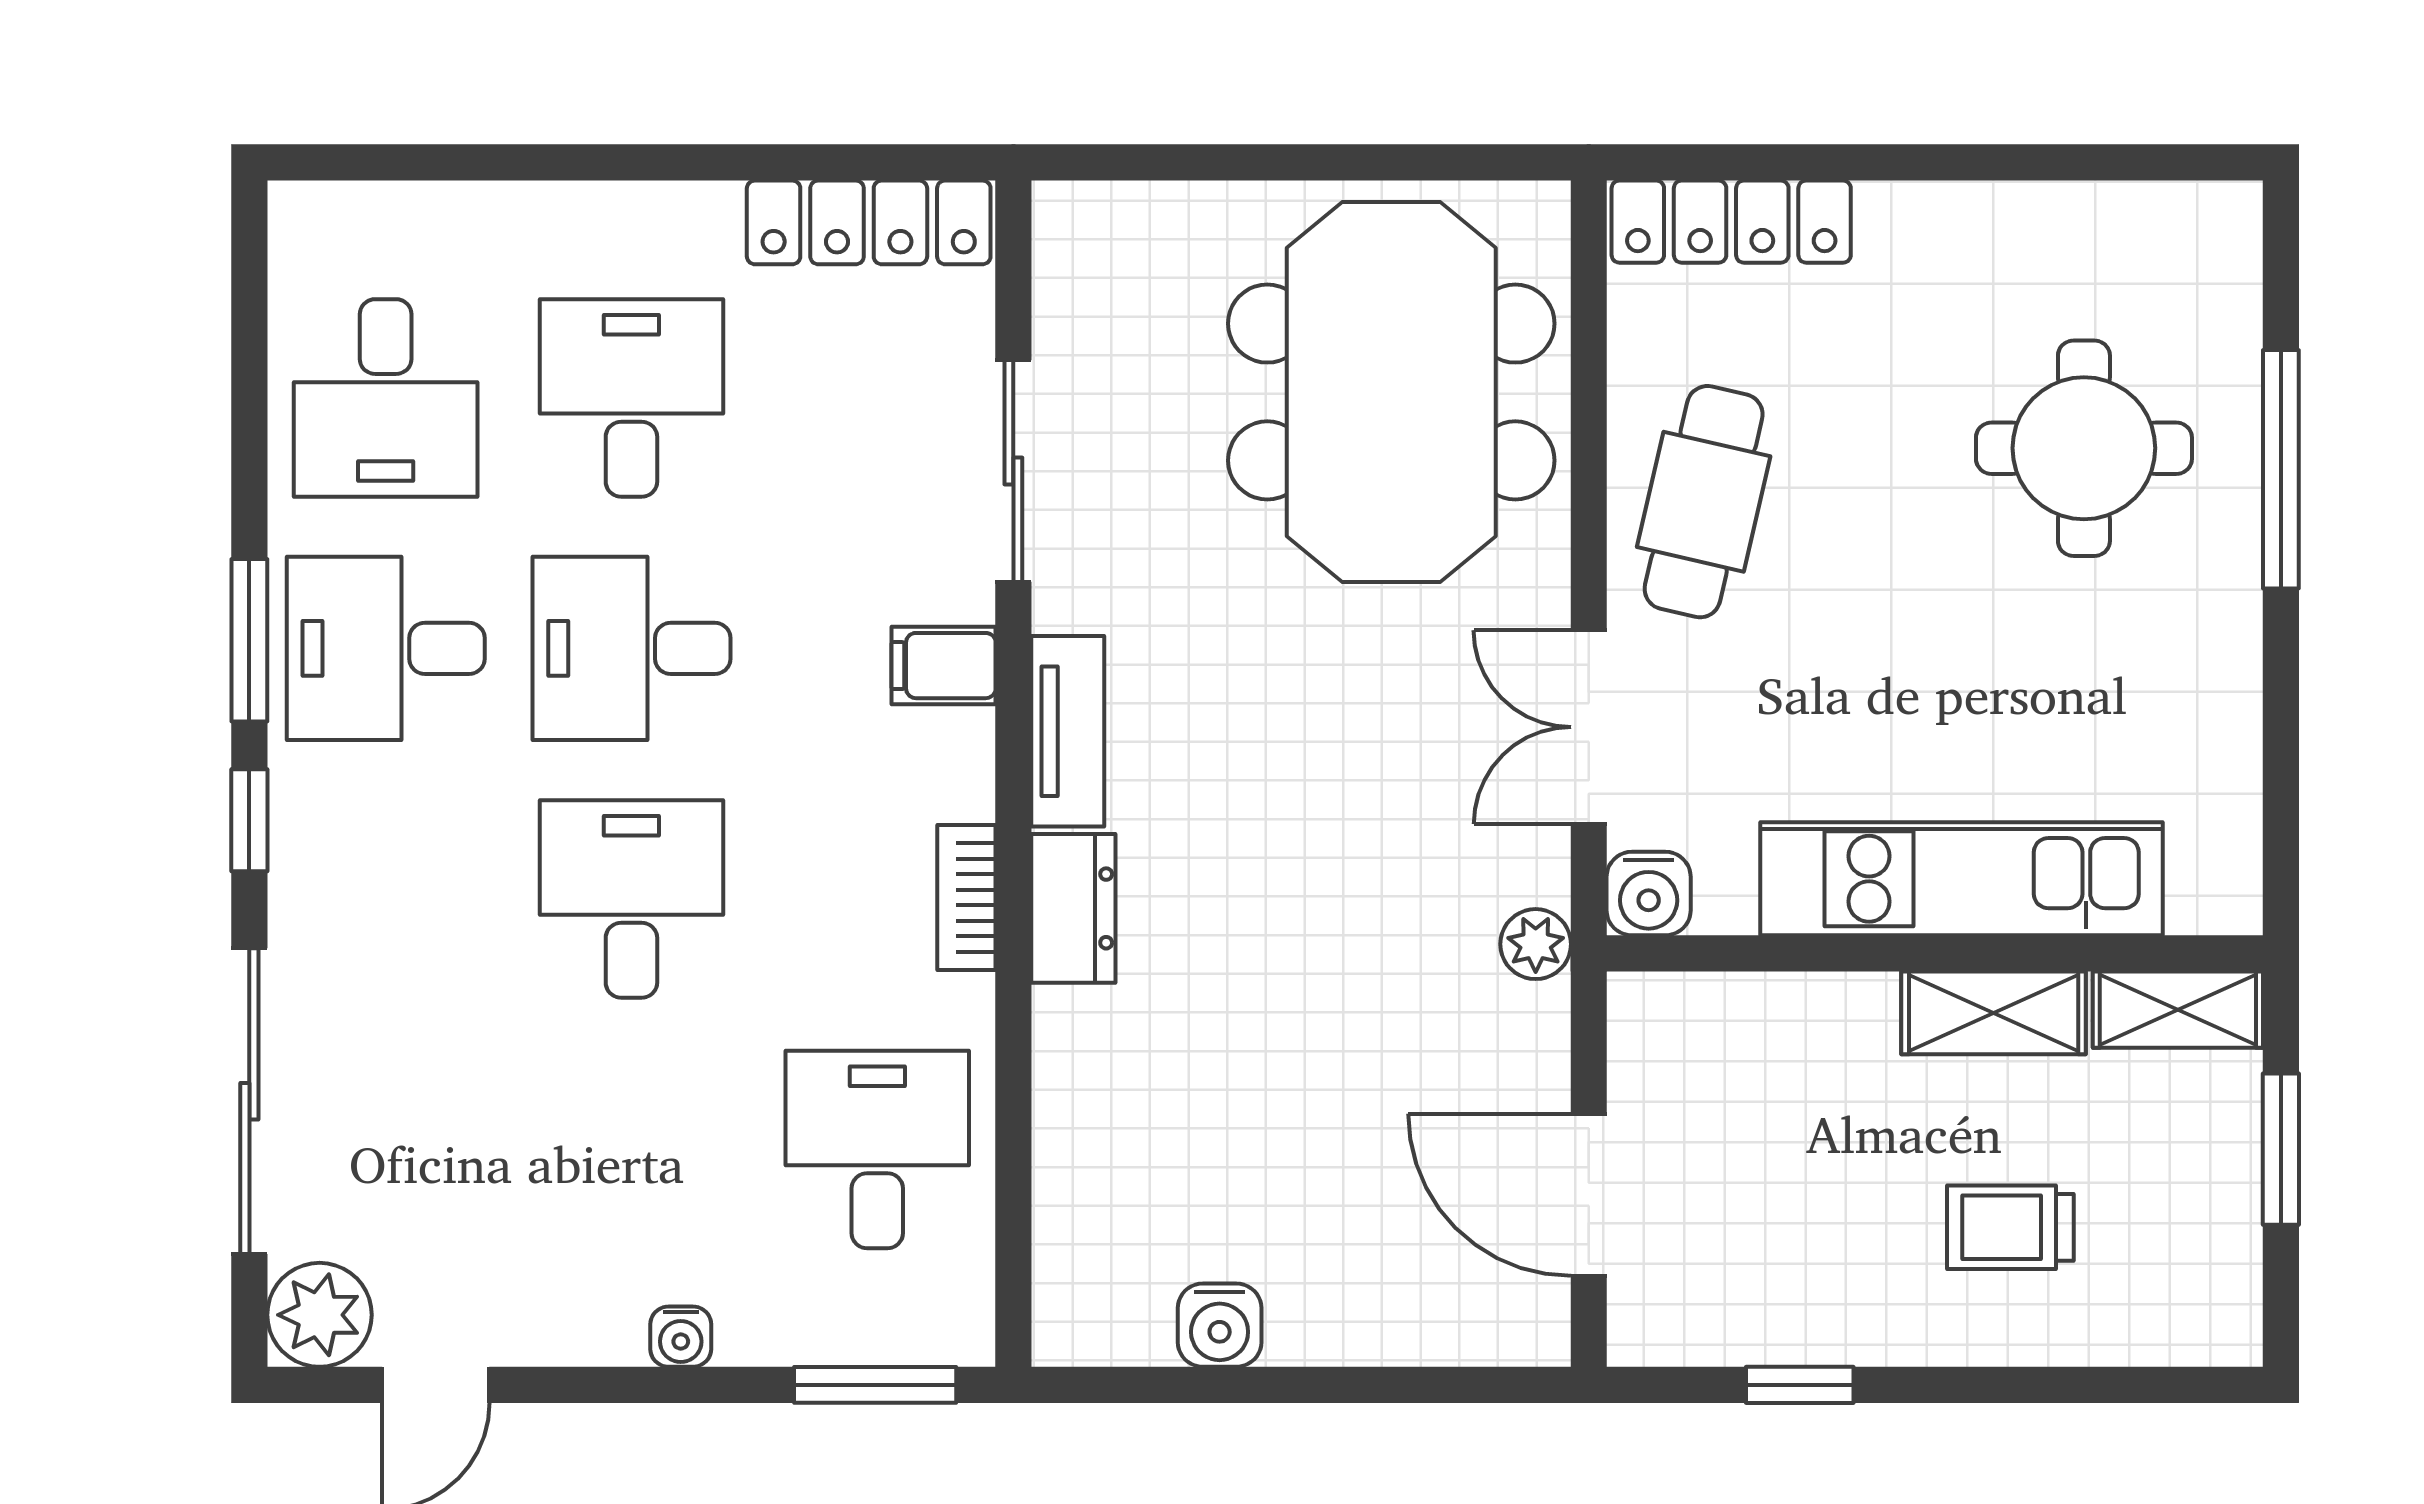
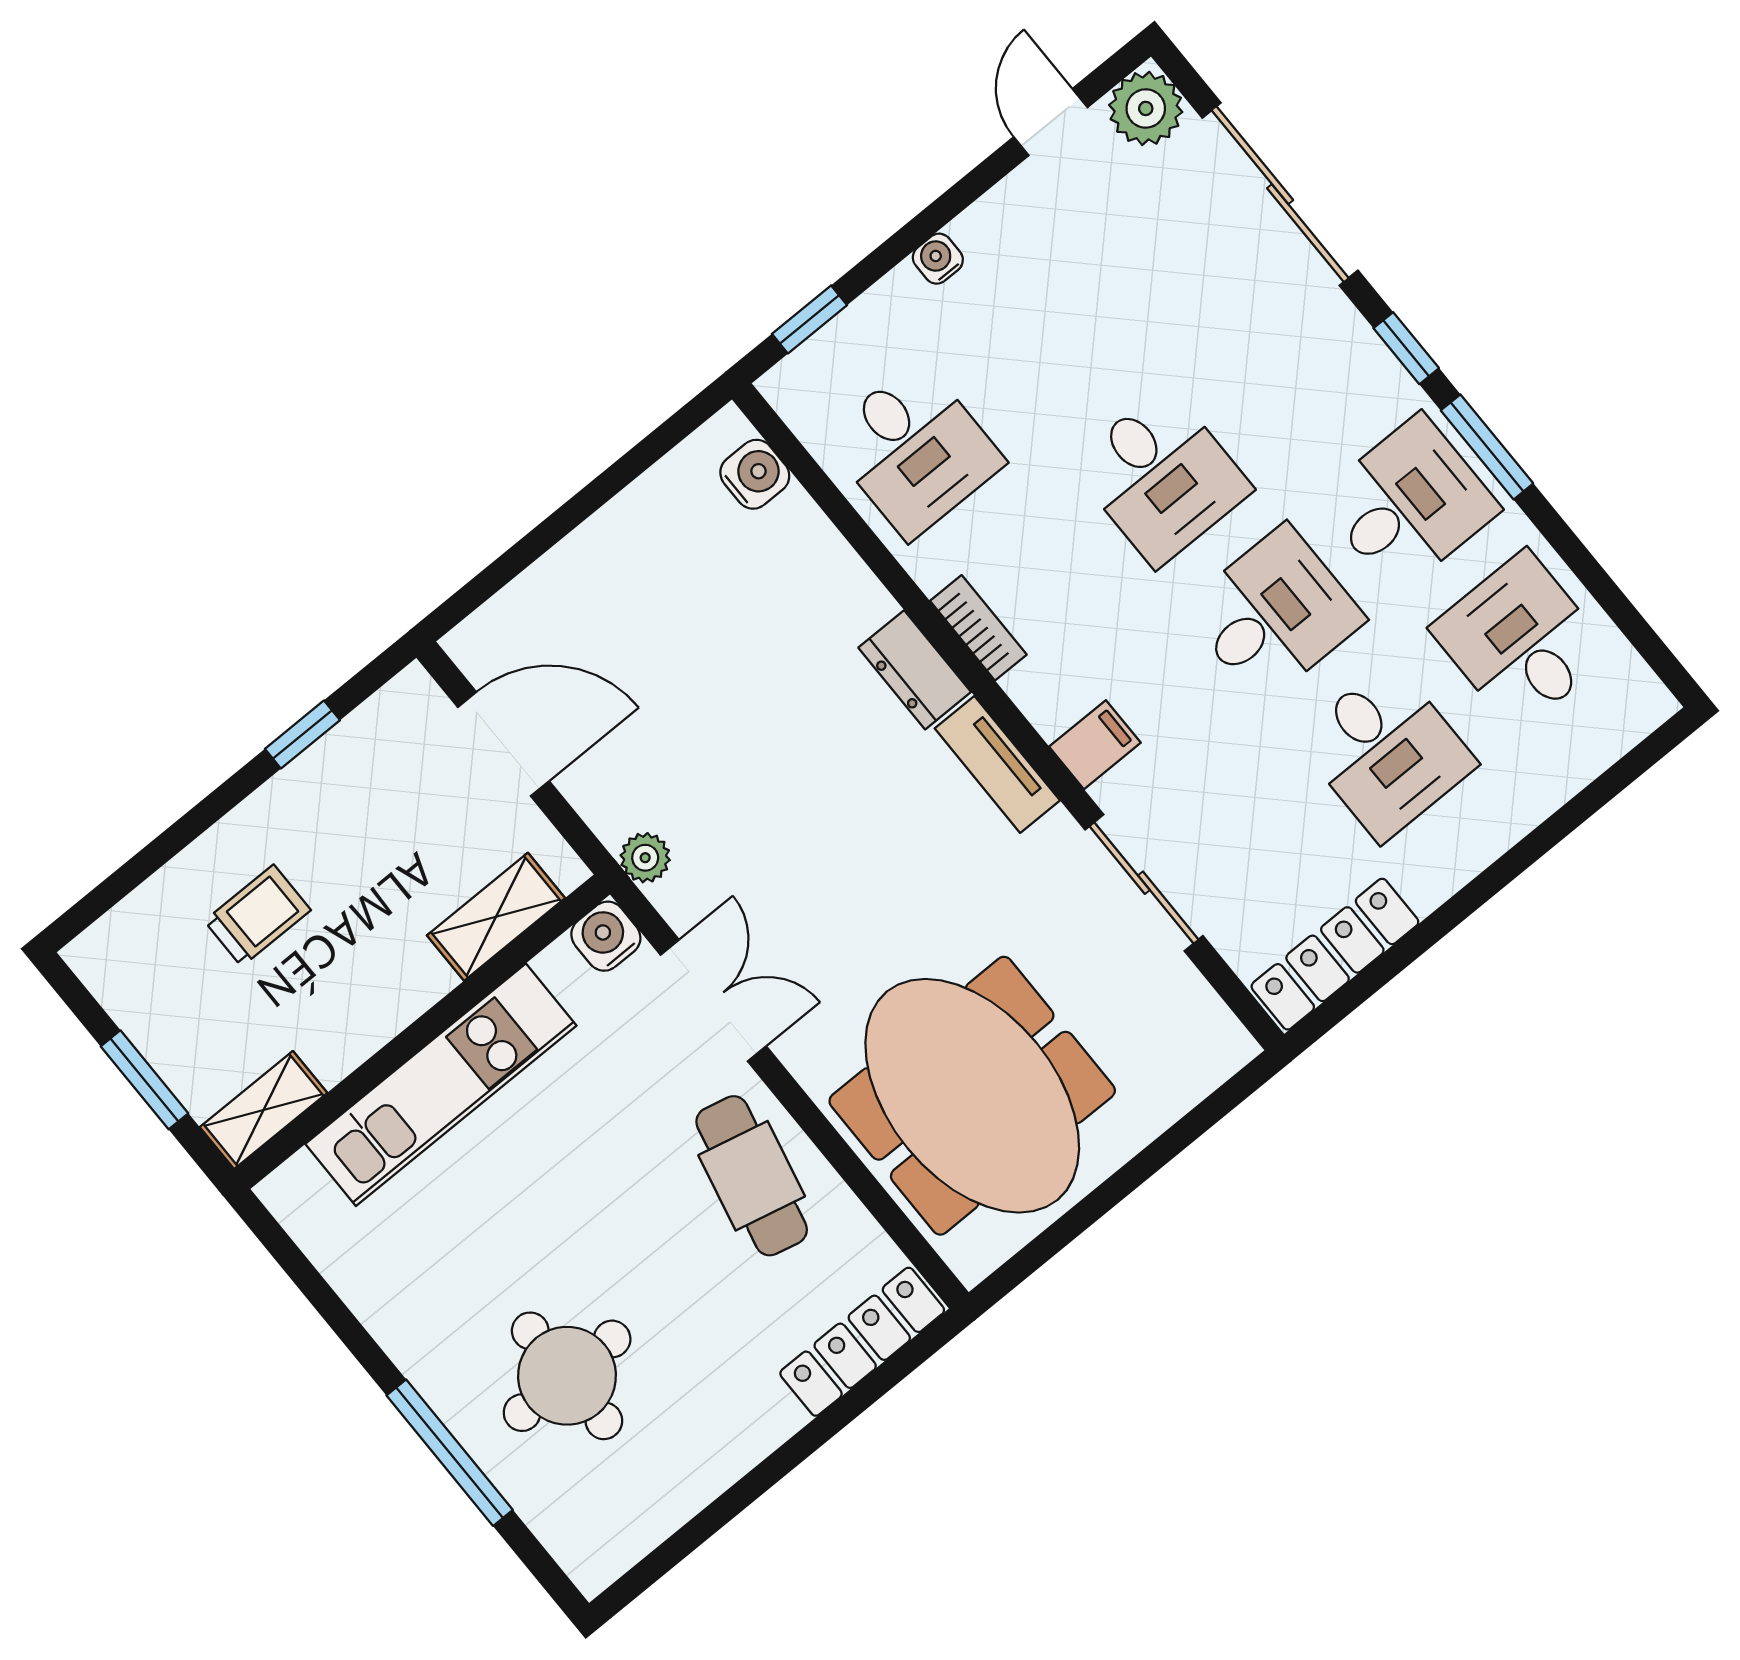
shelving: (1994, 1013) -> (496, 917), moved
water cooler: (1220, 1325) -> (755, 474), moved, turned 90
window: (875, 1385) -> (810, 319), width x0.67

